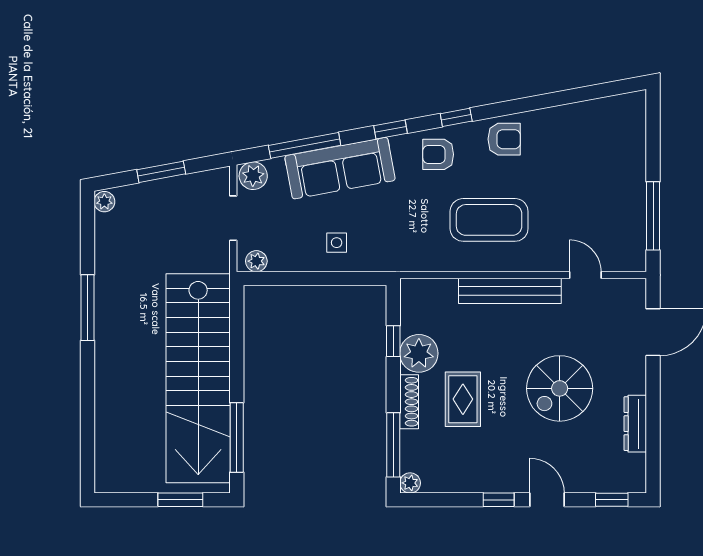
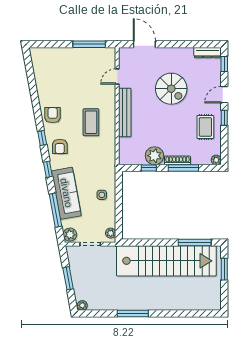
coffee table: (489, 220) -> (91, 122), width x0.73, depth x0.76
rug: (463, 399) -> (205, 127), moved, turned 90
dresser: (635, 424) -> (208, 53), moved
window: (393, 445) -> (183, 168), moved

